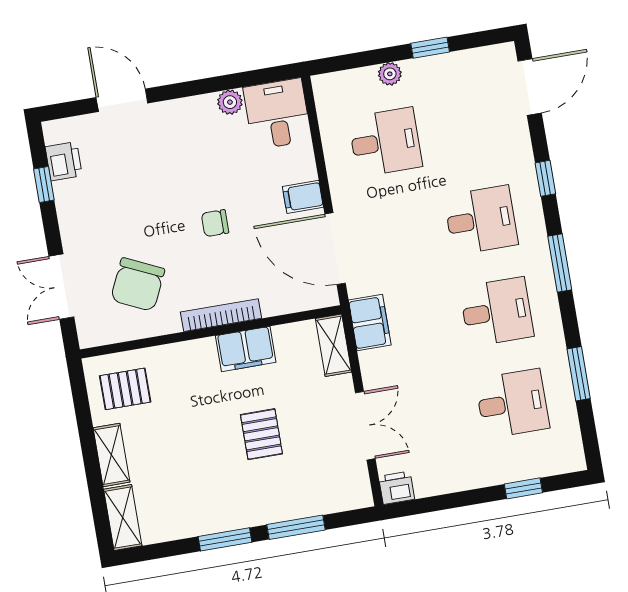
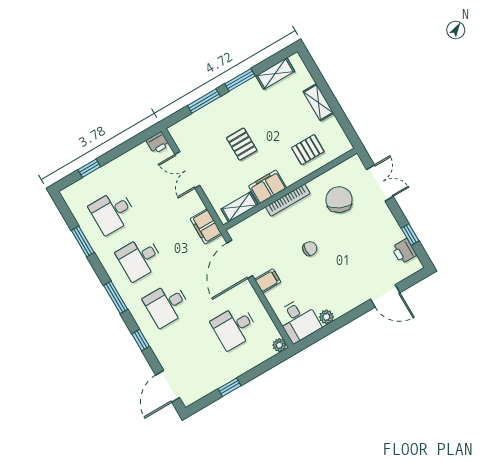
plant: (390, 74) -> (279, 345), moved
door: (335, 249) -> (240, 259), swing flipped
shelving: (334, 345) -> (239, 207), moved, turned 90
pallet: (125, 389) -> (308, 150), moved
shelving: (123, 518) -> (275, 74), moved, turned 90

